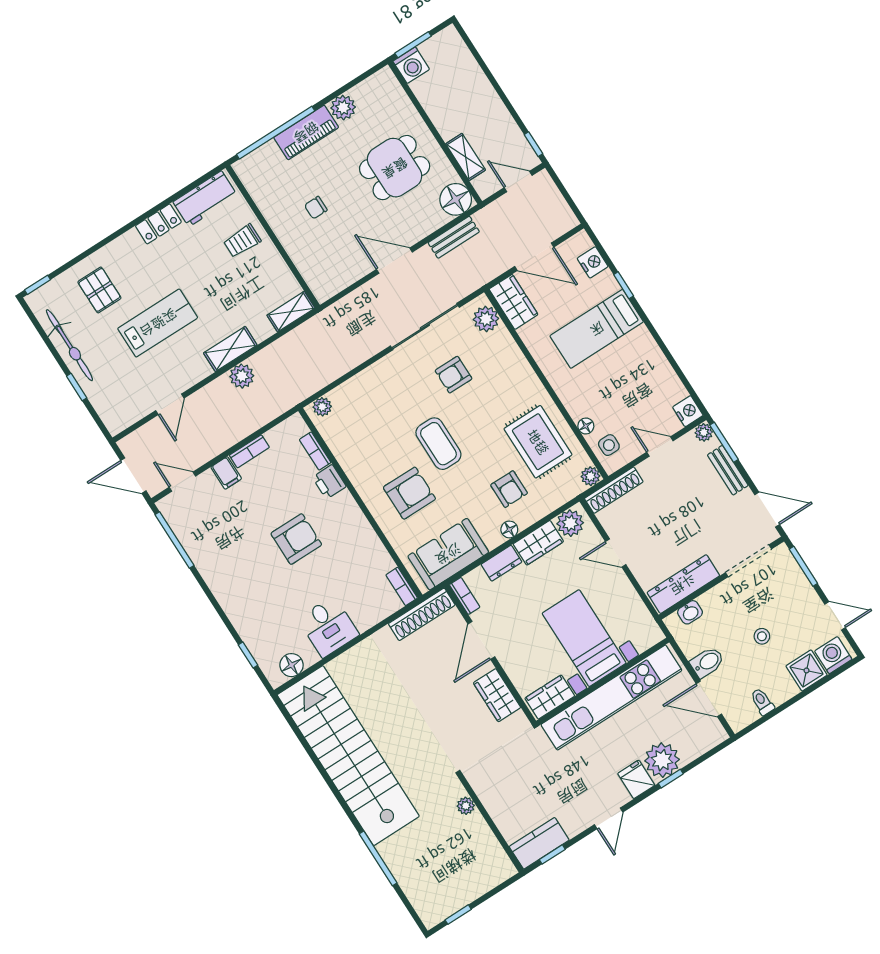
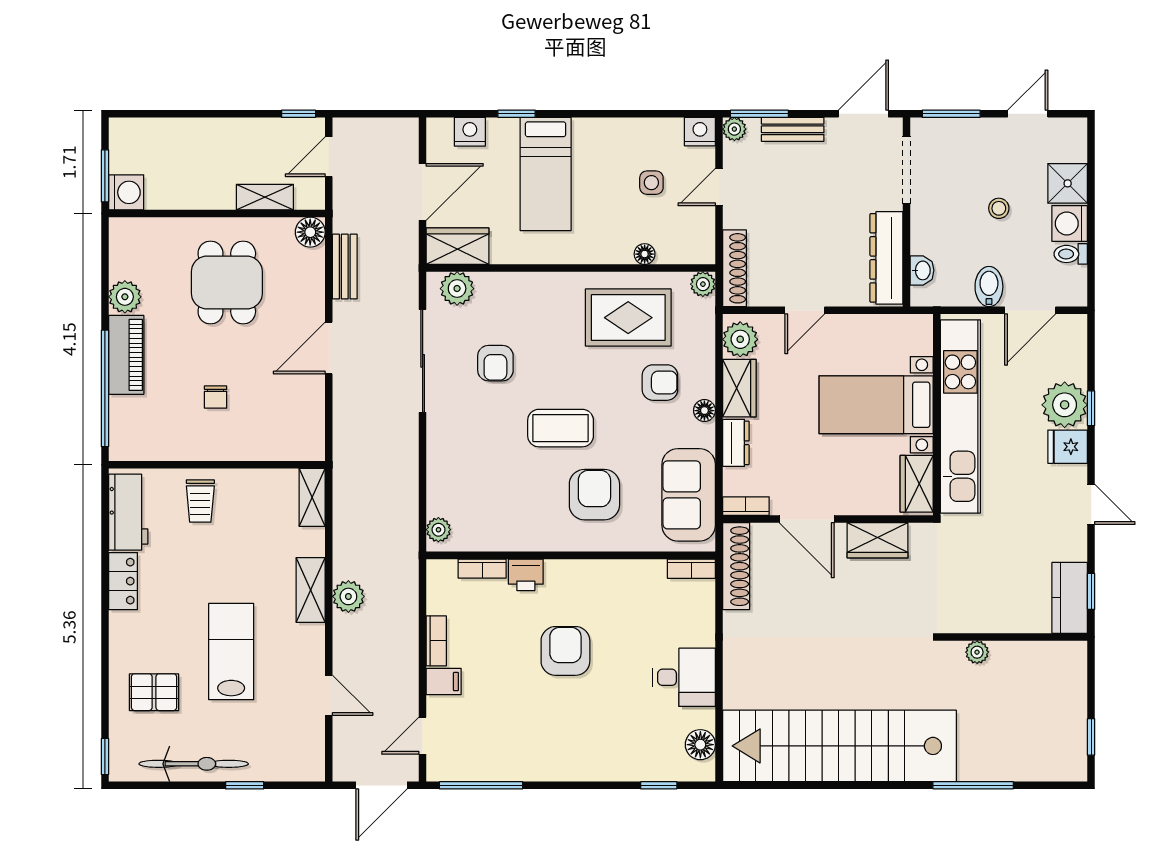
floor lamp: (456, 199) -> (310, 232), width x0.73, depth x0.73
side table: (609, 445) -> (651, 183), moved
washing machine: (833, 655) -> (1070, 223), moved

